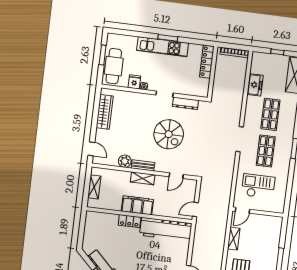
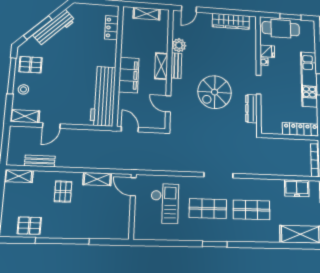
freezer: (255, 85) -> (297, 188), moved
filing cabinet: (137, 205) -> (129, 75), moved
locker: (130, 221) -> (112, 28), moved

